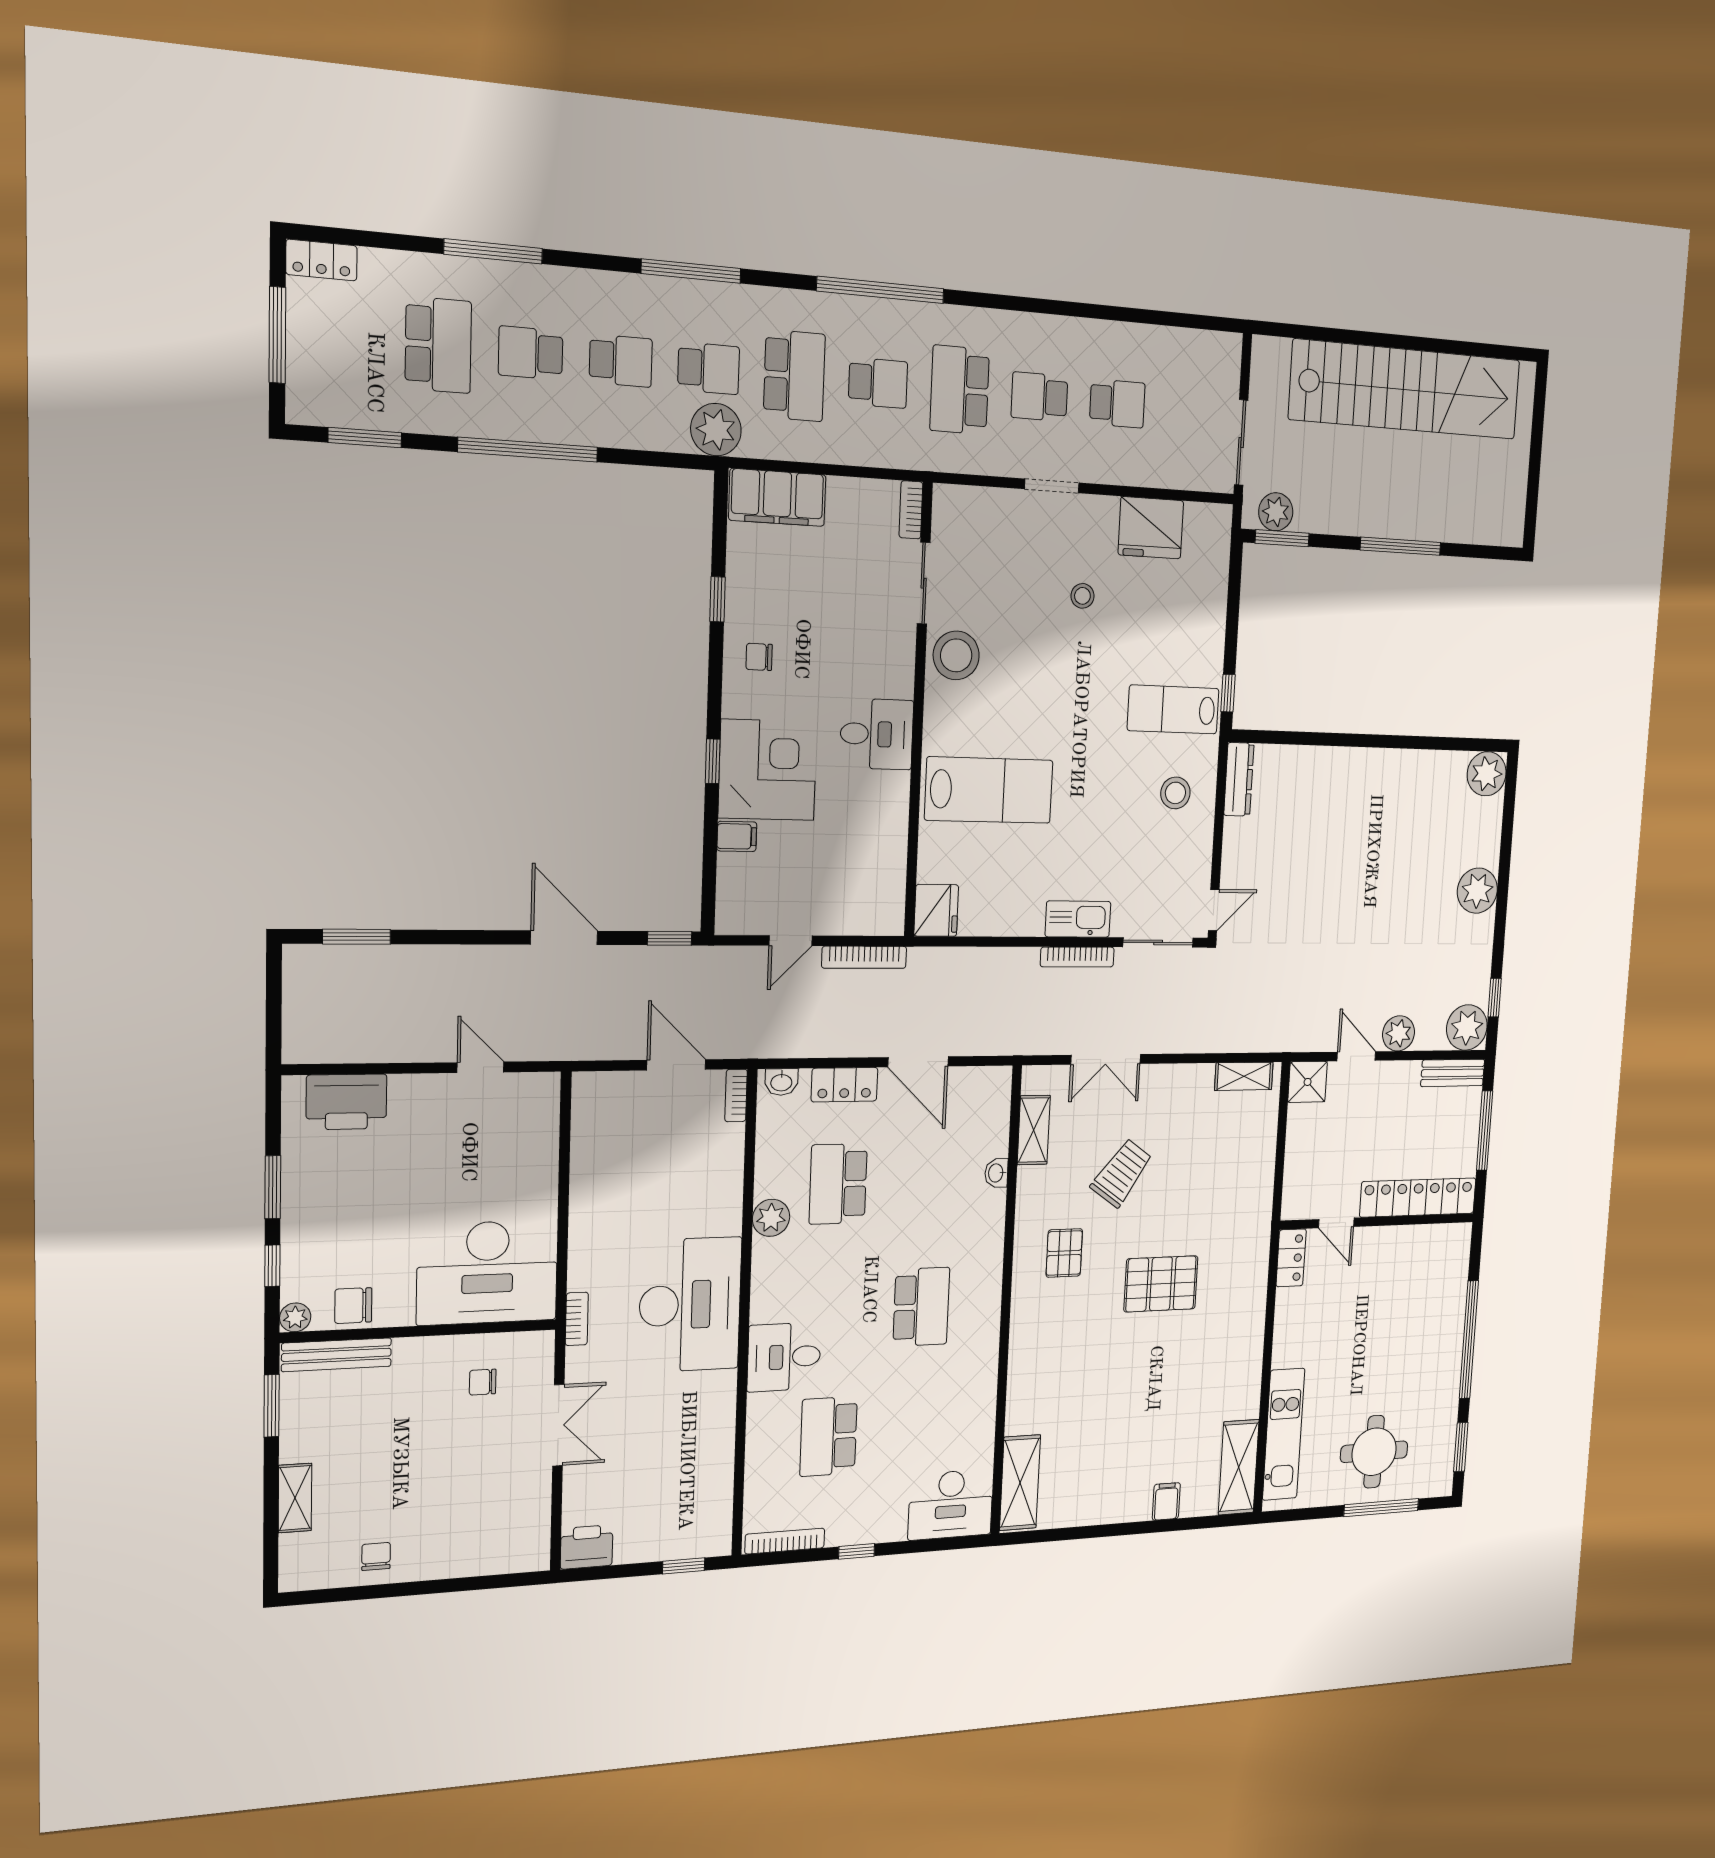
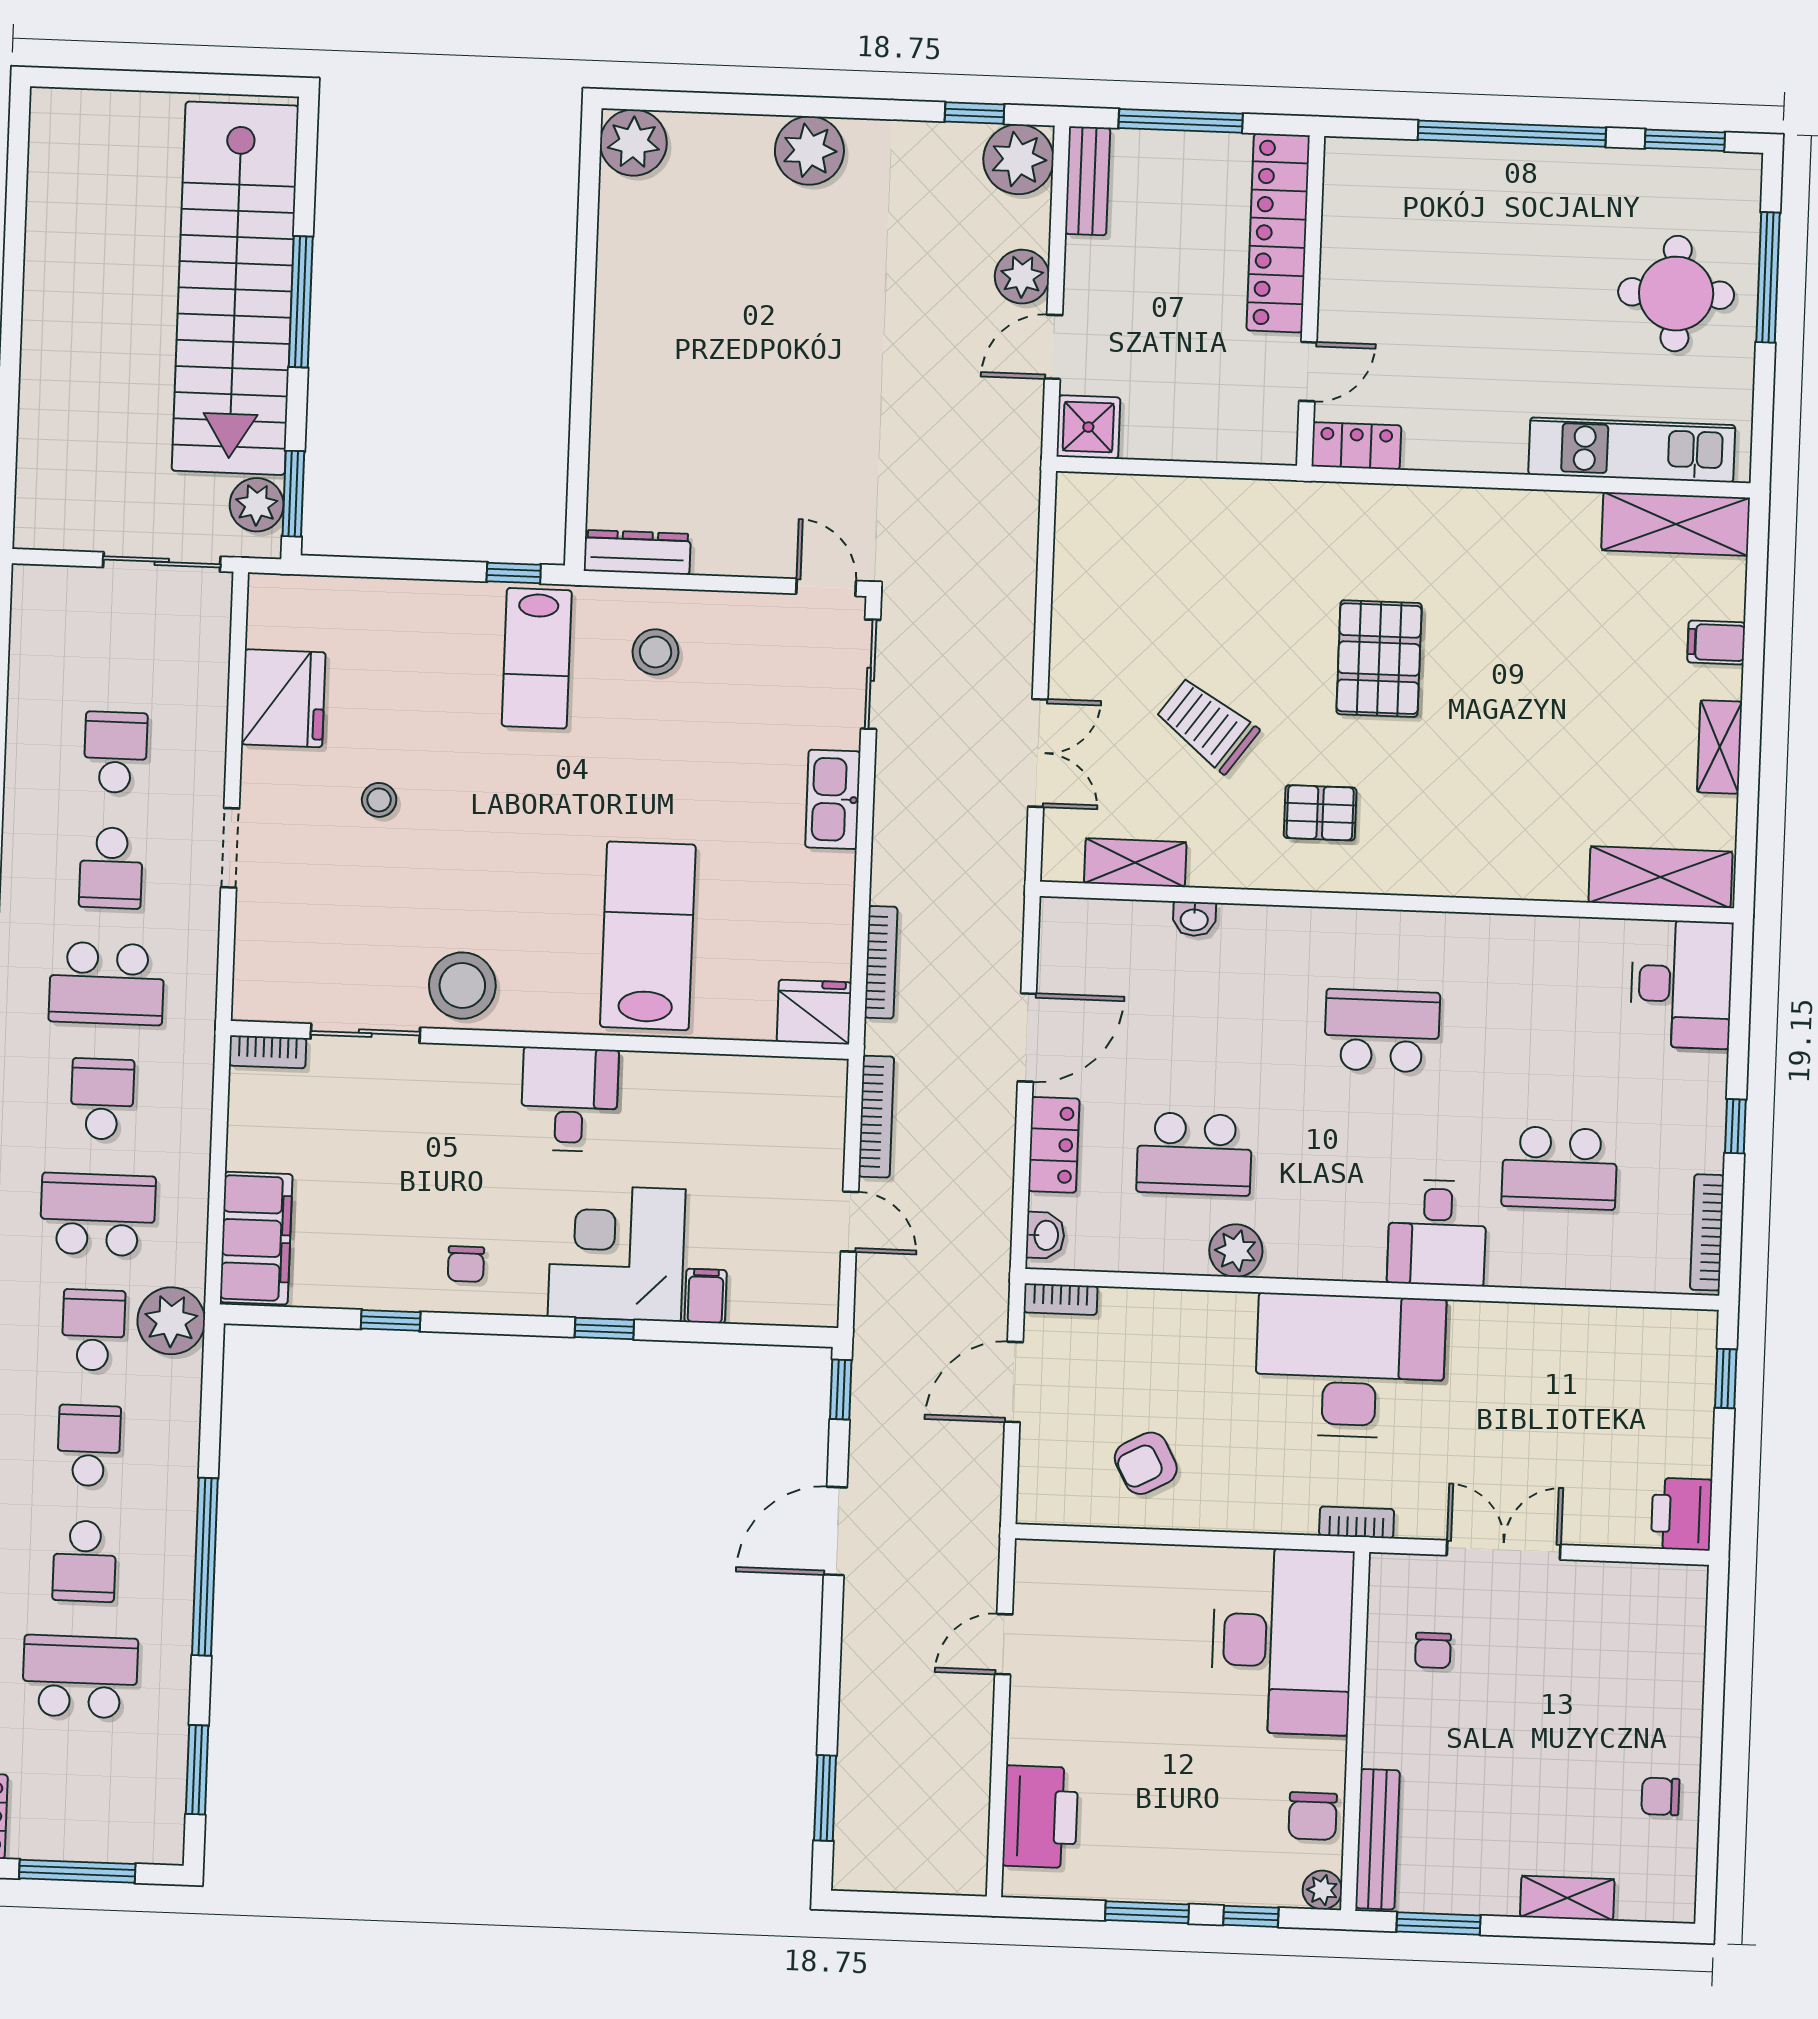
stairs: (1405, 390) -> (235, 288), moved, turned 180
bookcase: (1077, 957) -> (881, 962), moved
shelving: (1244, 1076) -> (1720, 747), moved
armchair: (618, 1164) -> (1146, 1463), added

